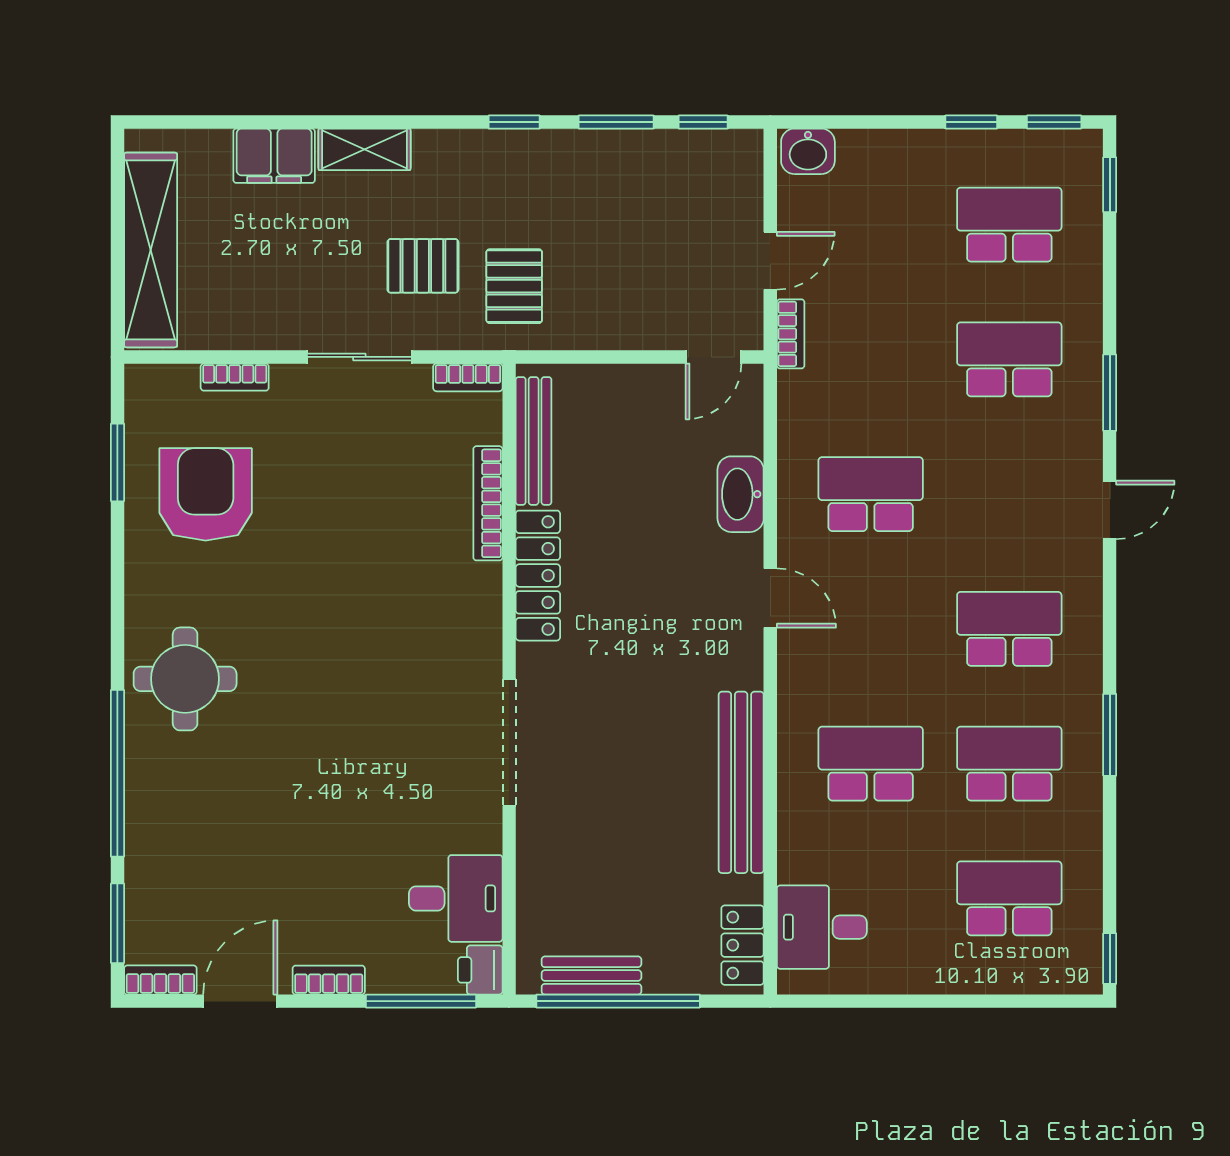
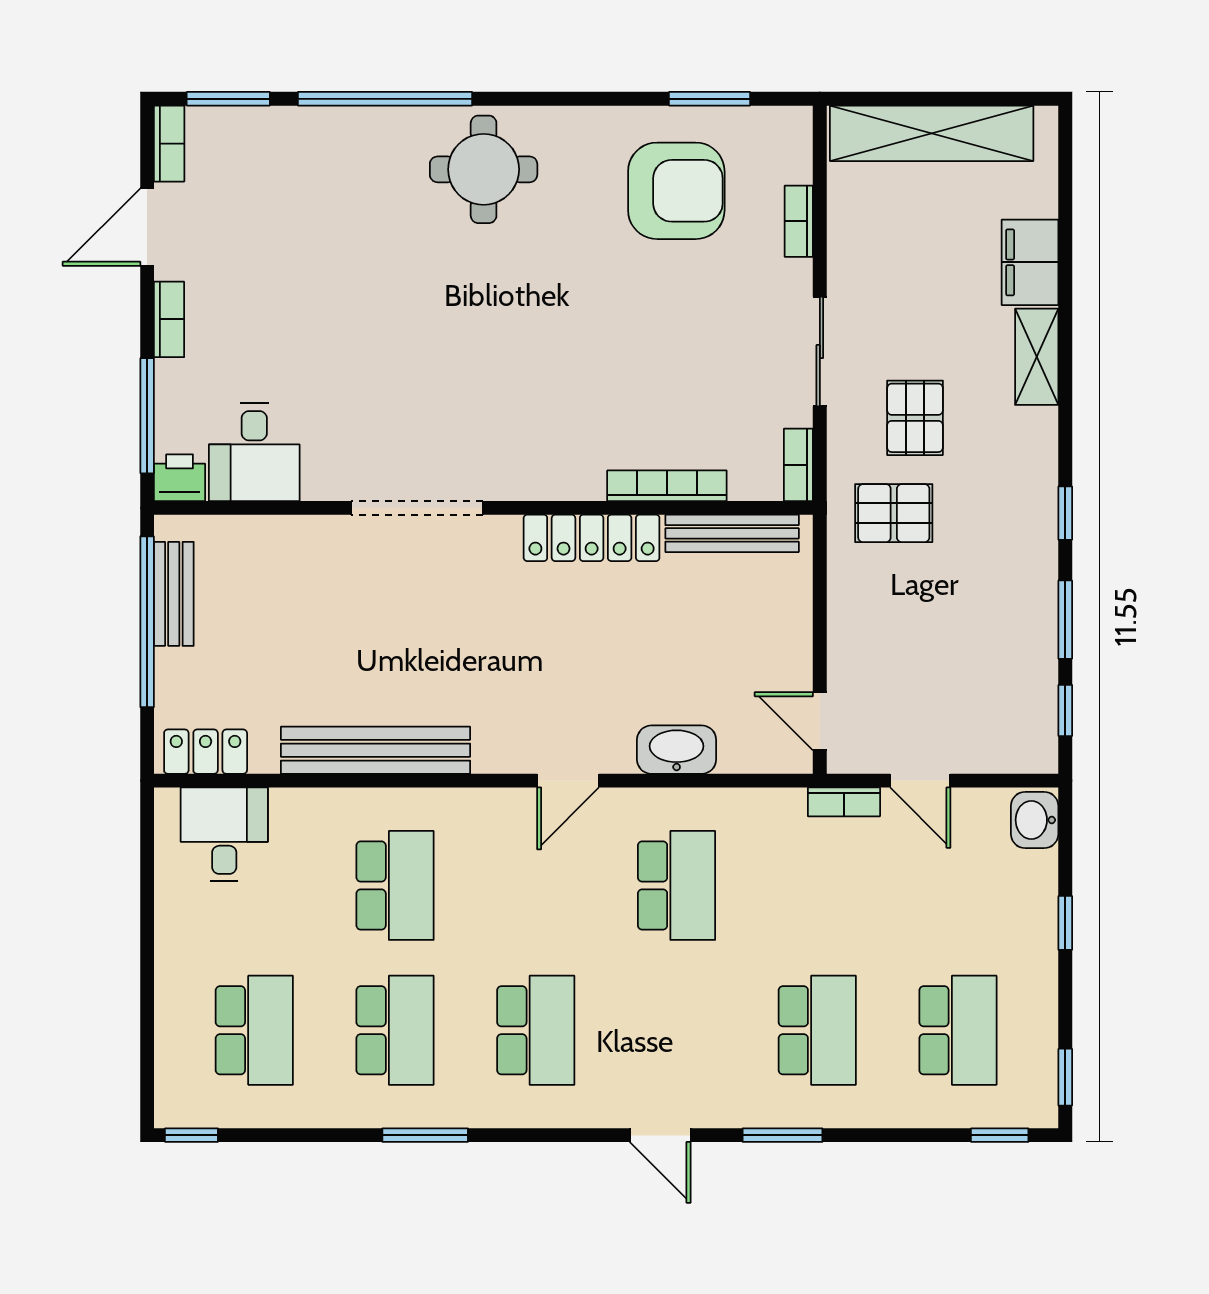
window: (971, 122) -> (1065, 923), moved
door: (240, 1001) -> (147, 227), swing flipped

